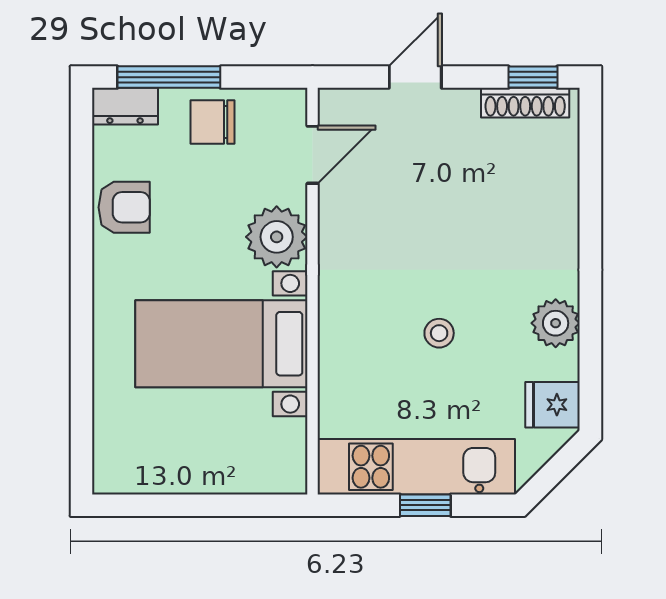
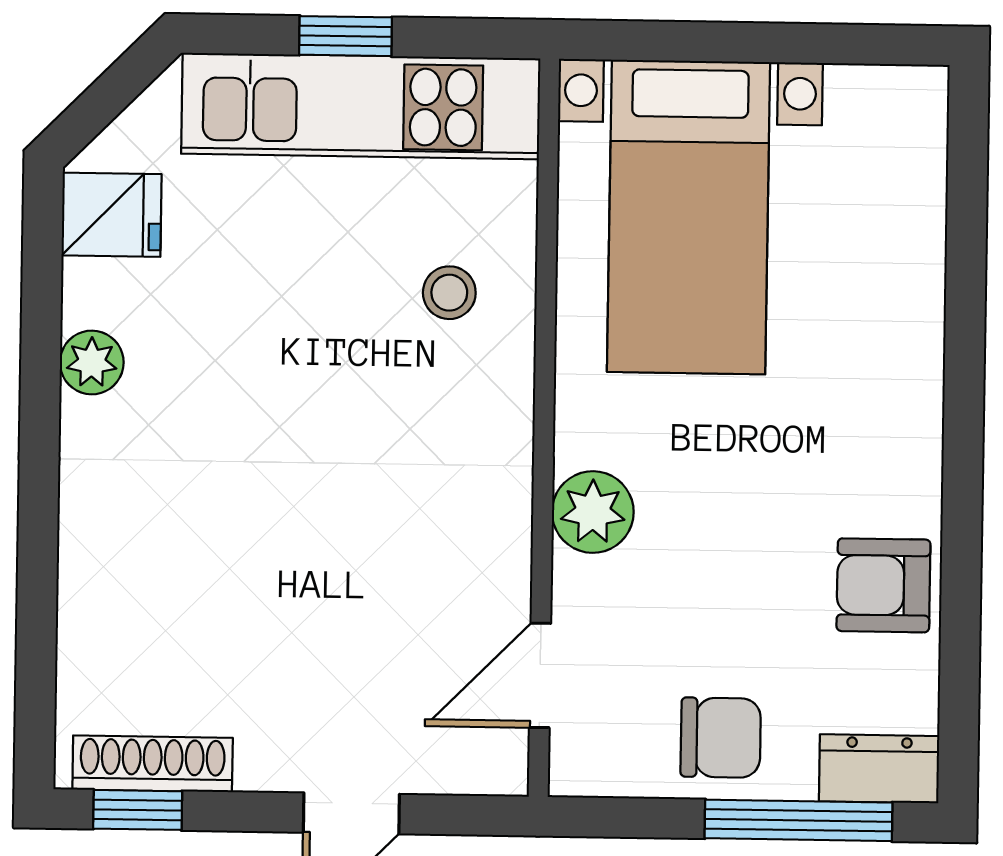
plant: (277, 237) -> (593, 512), width x0.73, depth x0.73
plant: (556, 323) -> (92, 362), width x0.73, depth x0.73
stool: (439, 333) -> (449, 293), moved
bed with nightstands: (221, 344) -> (689, 217), moved, turned 90

